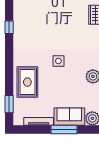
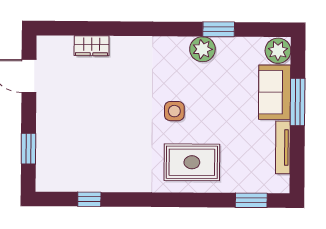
window: (9, 27) -> (89, 199), moved
rug: (27, 82) -> (192, 162), moved

